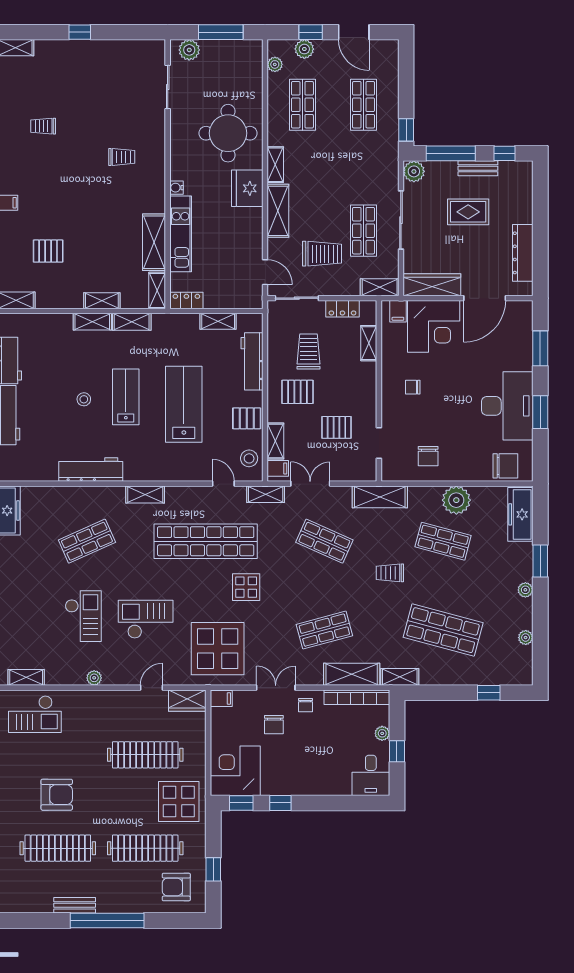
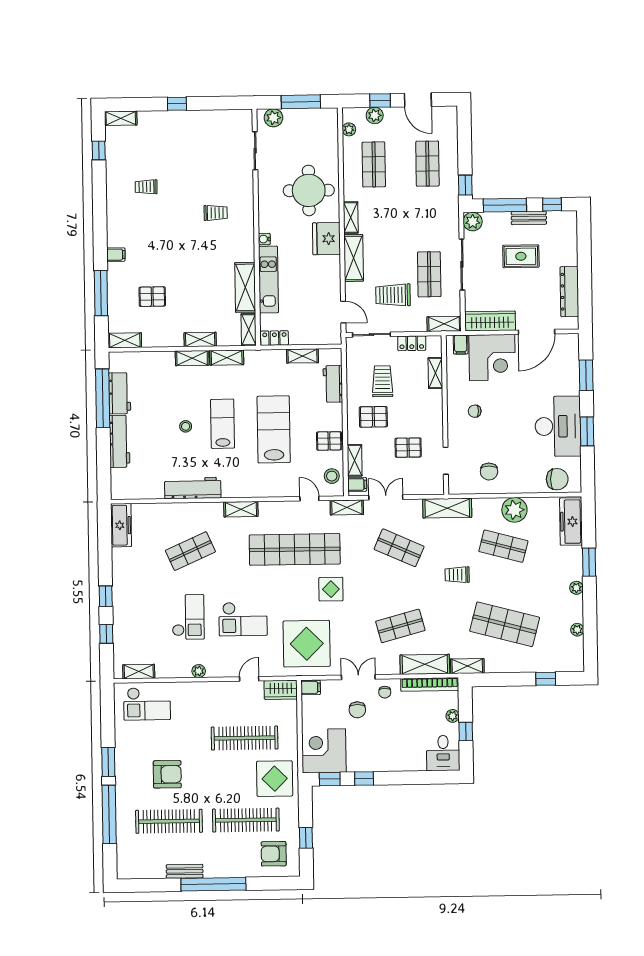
trolley: (322, 254) -> (393, 295), turned 180
workbench: (252, 361) -> (333, 384), width x0.73
checkout: (146, 619) -> (243, 619), turned 180

